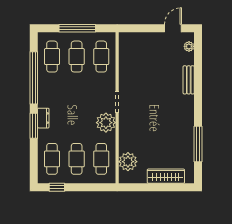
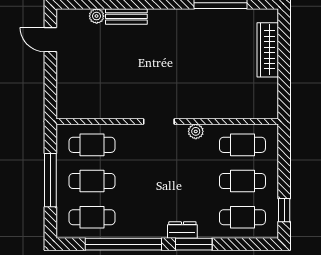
plant: (189, 46) -> (97, 16), moved
plant: (106, 123) -> (196, 131), width x0.53, depth x0.53
plant: (128, 162) -> (246, 106), removed

